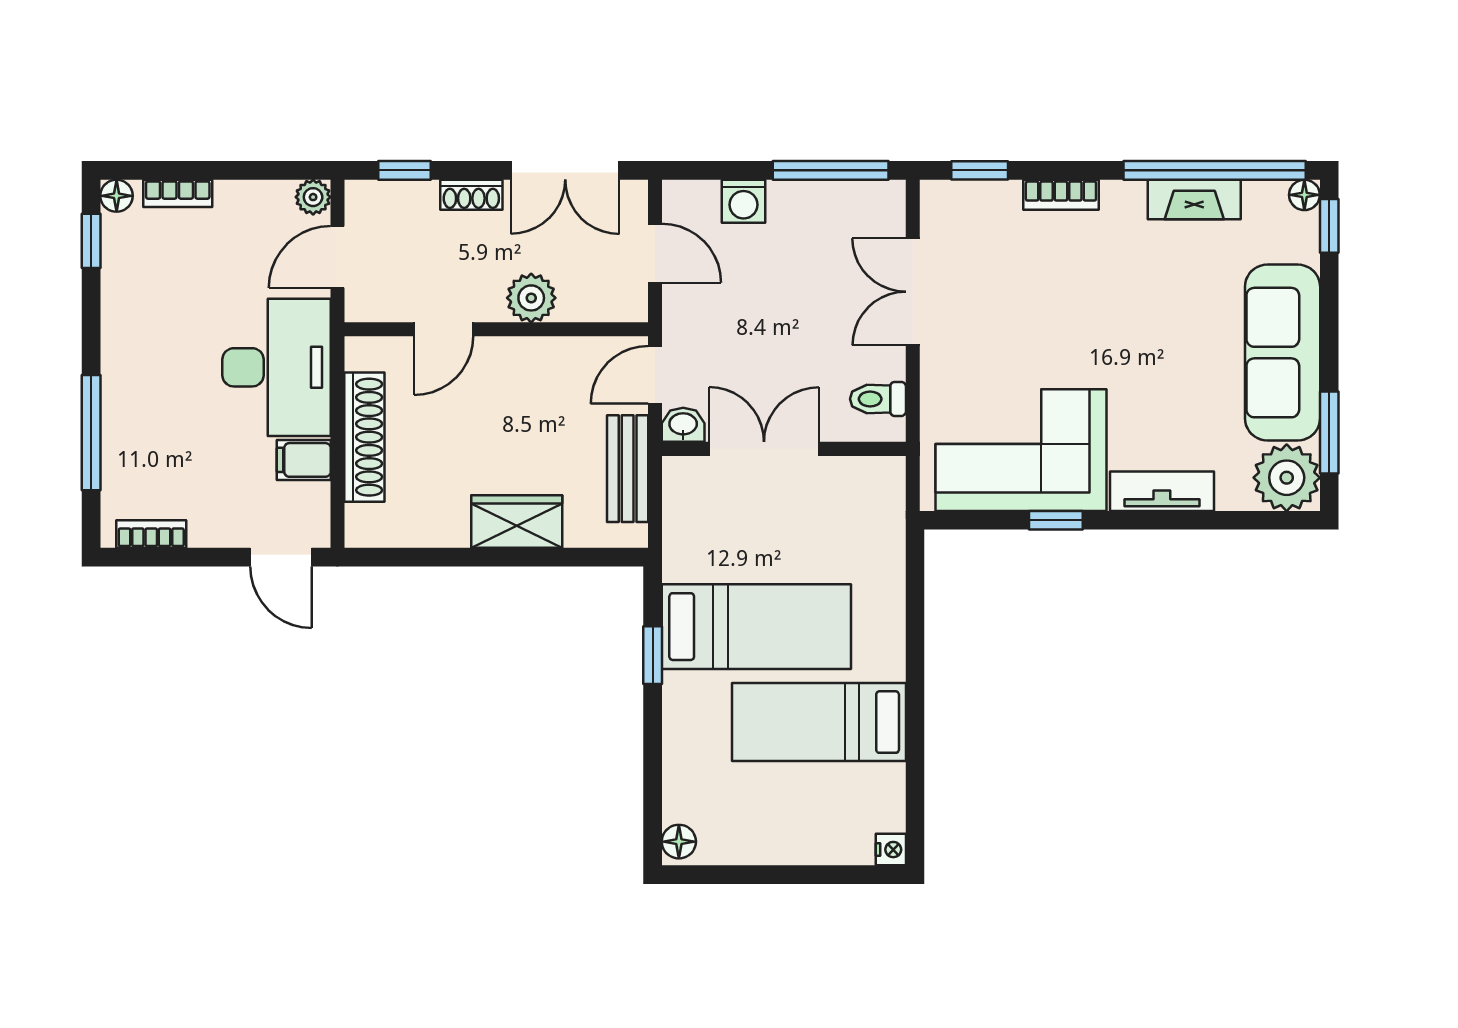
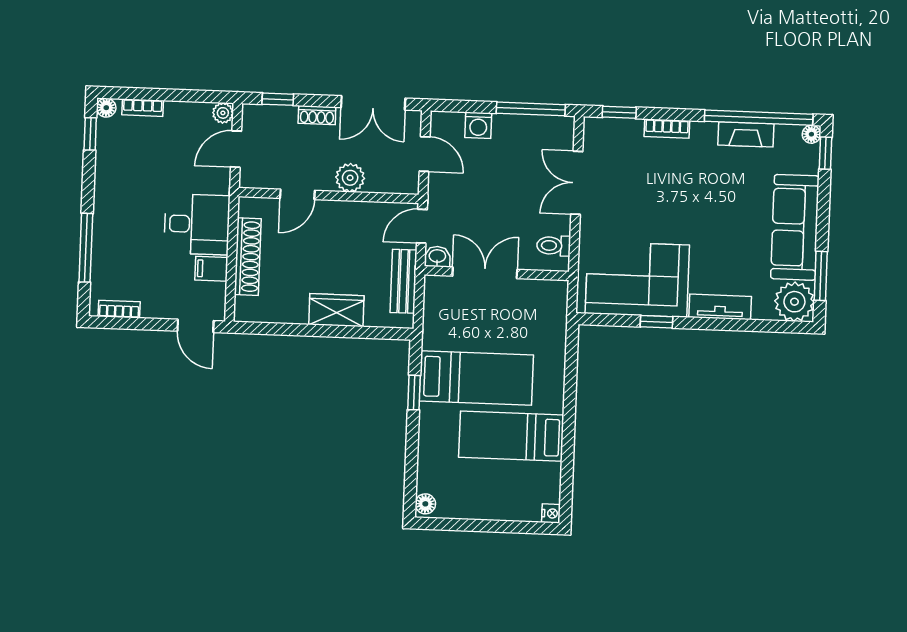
desk: (276, 367) -> (197, 224), width x0.73

